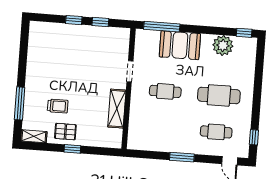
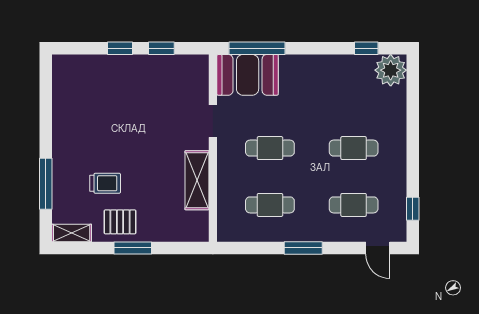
window: (244, 33) -> (366, 48), moved
booth: (180, 45) -> (248, 75), moved
plant: (223, 45) -> (391, 70), moved
cafe table: (219, 95) -> (354, 148), width x0.73, depth x0.74
cafe table: (163, 128) -> (270, 205), added
window: (72, 149) -> (133, 248), width x1.50

